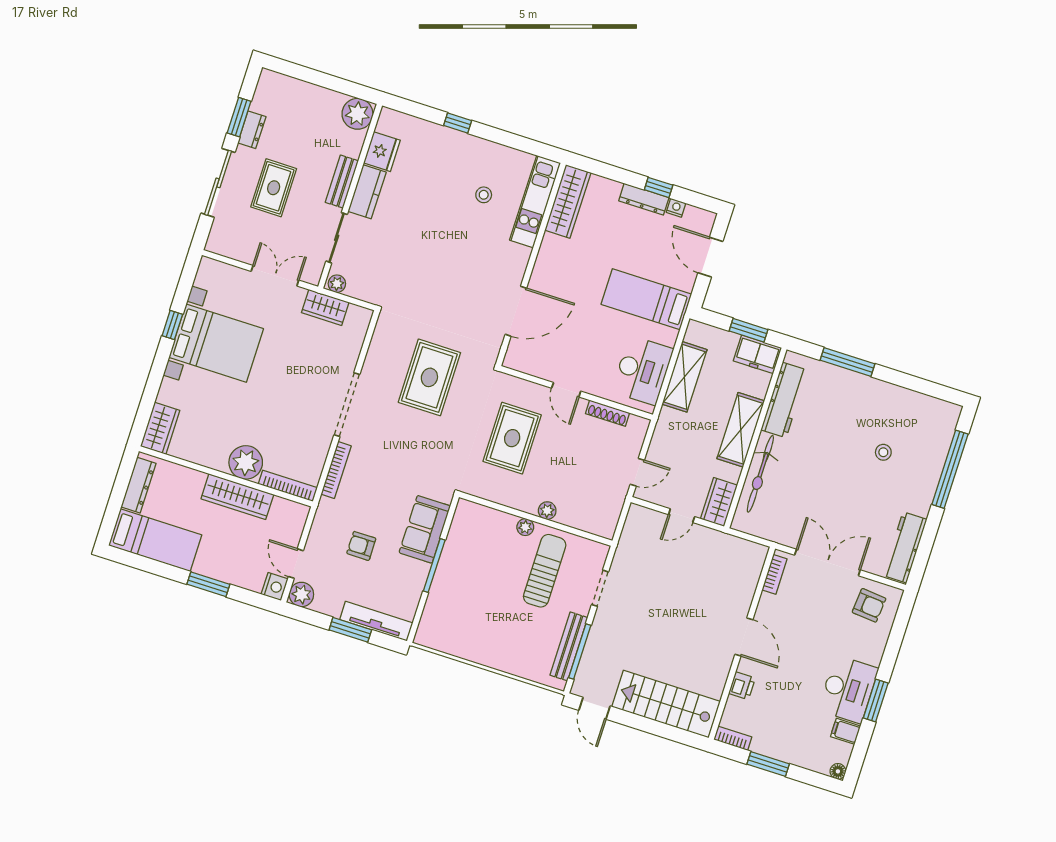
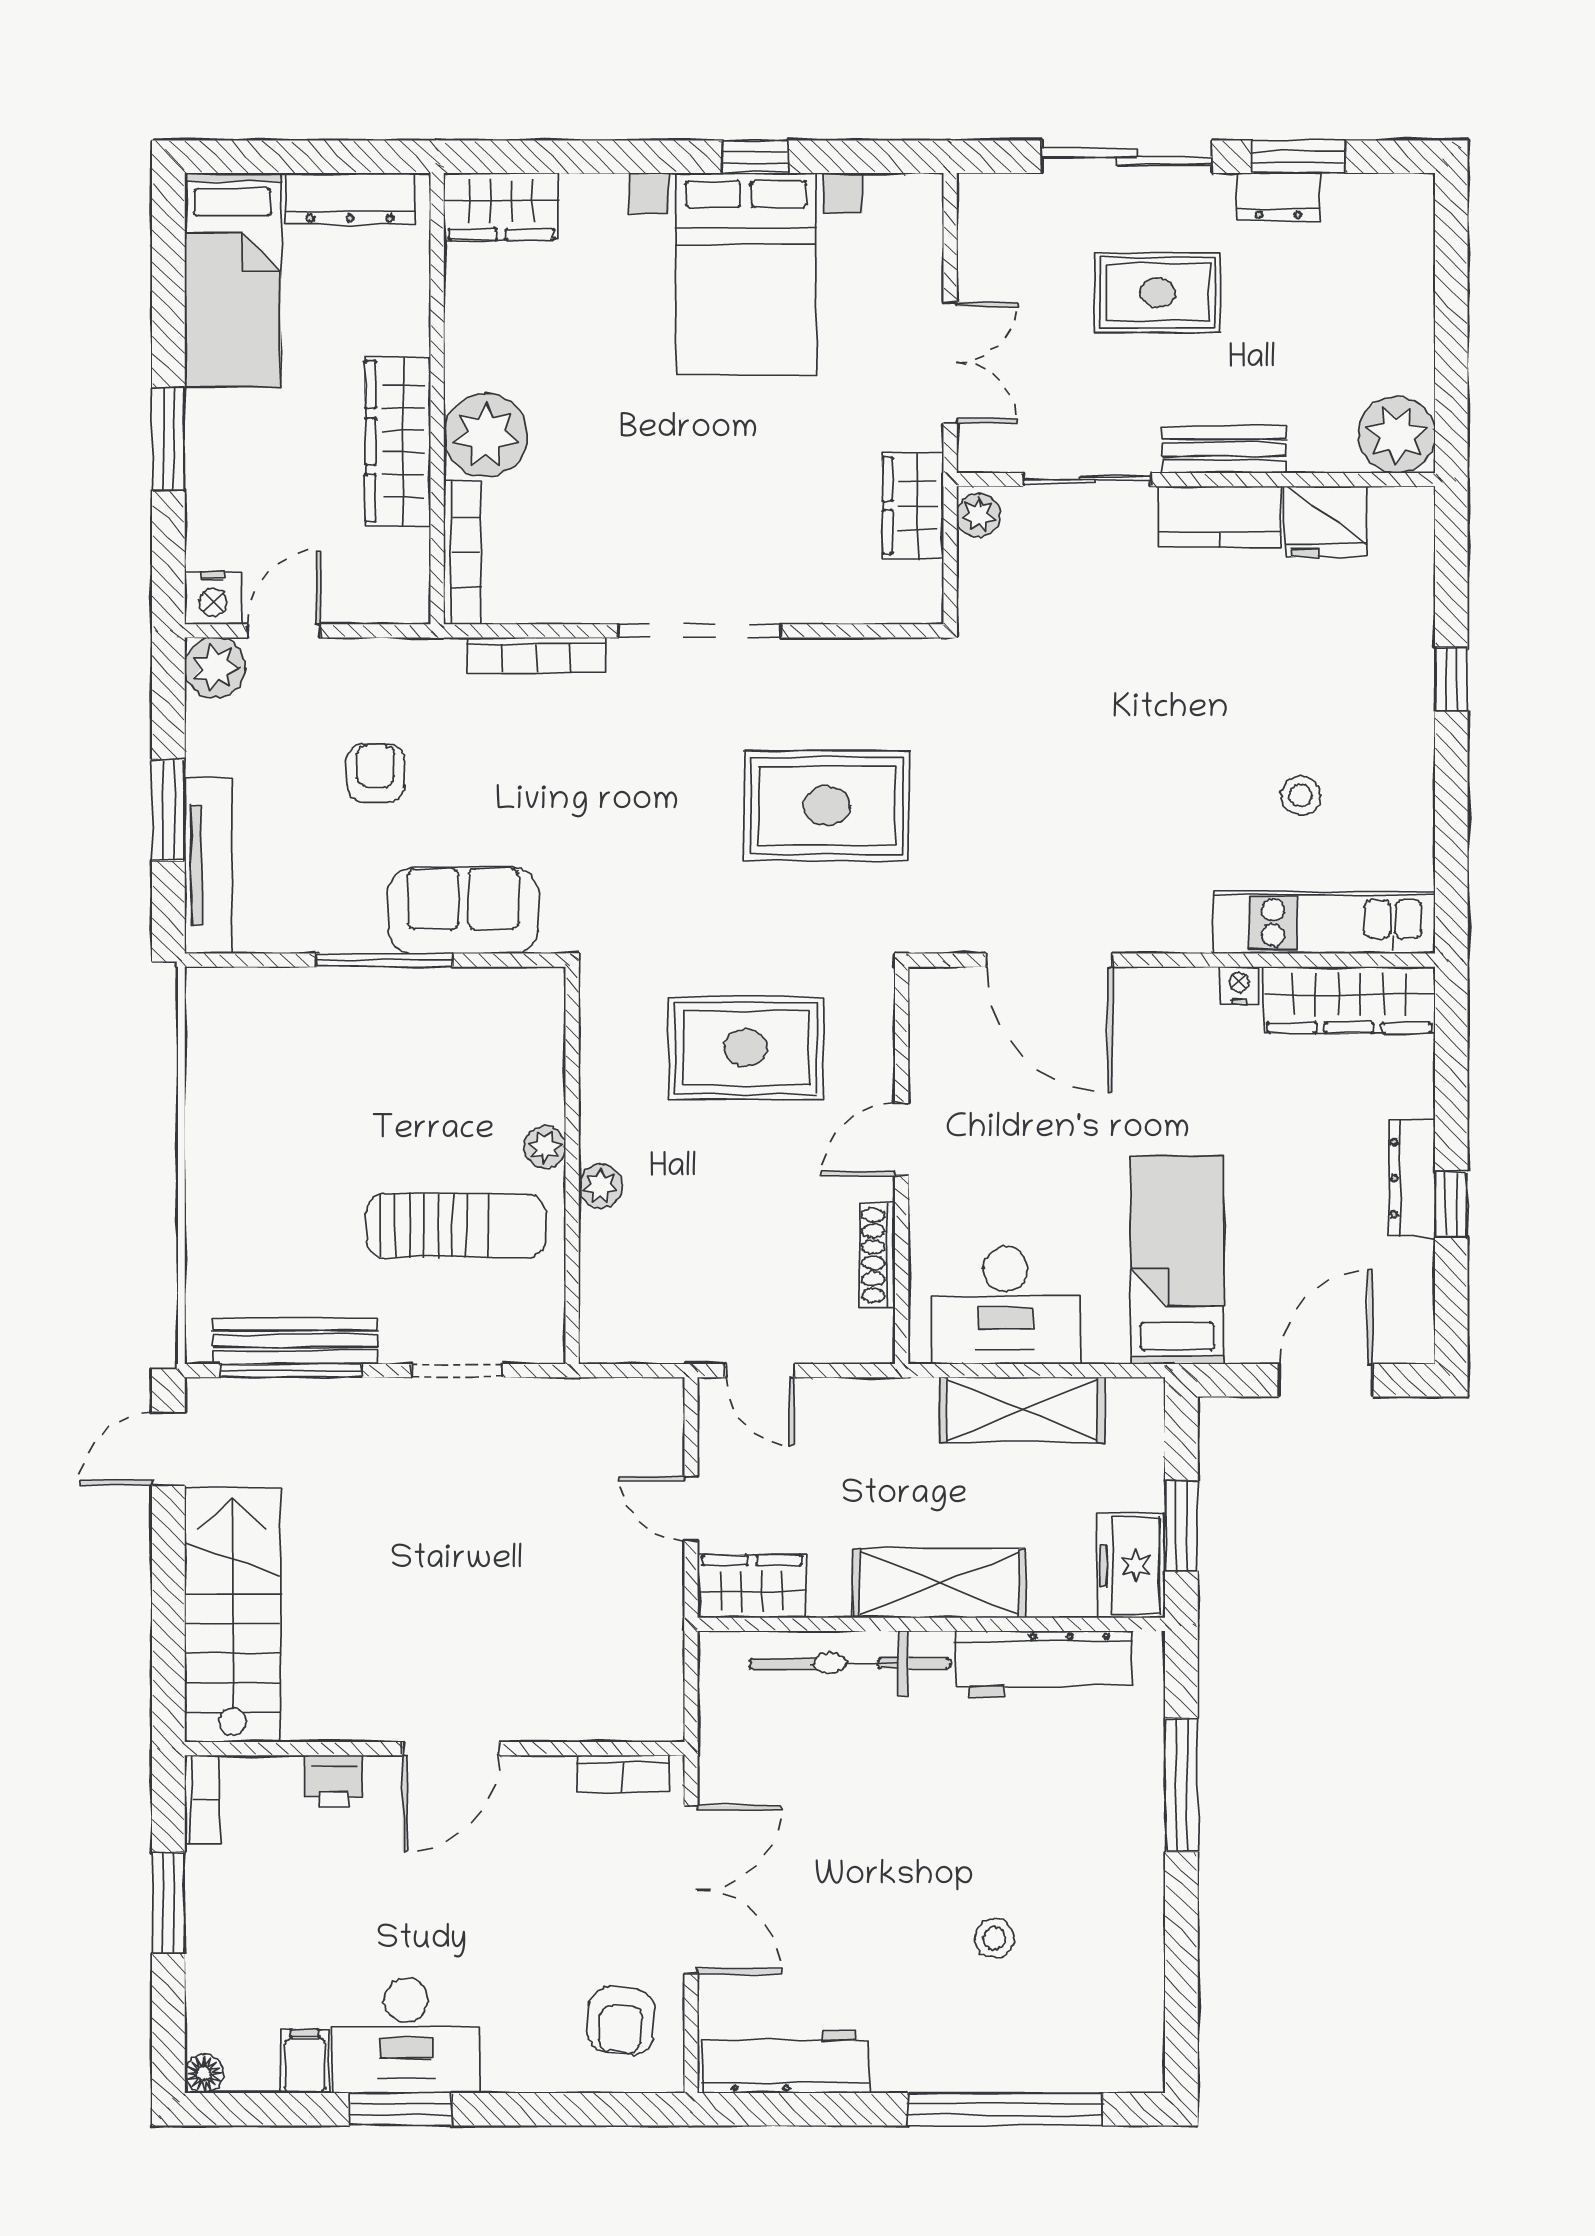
nightstand: (676, 208) -> (1239, 985), moved, turned -90

